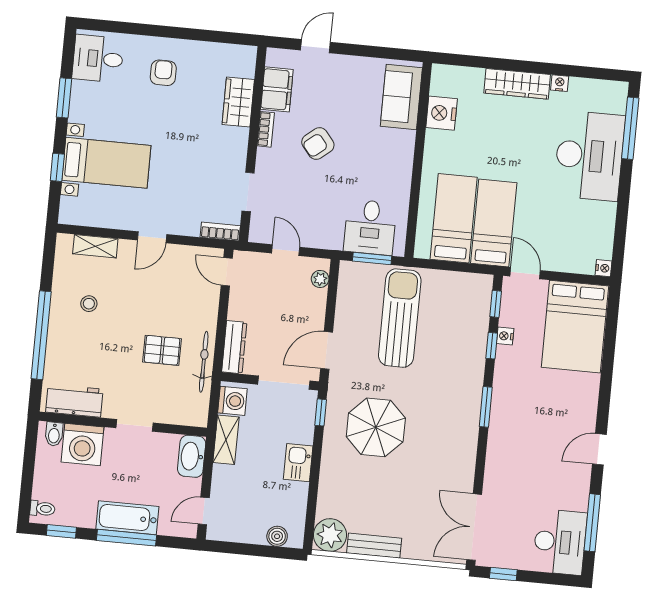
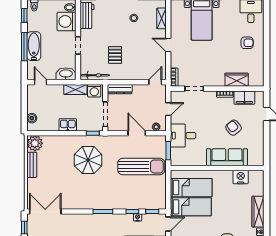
sofa: (401, 97) -> (227, 157), moved, width x1.36
armchair: (318, 144) -> (233, 128), moved
desk: (370, 227) -> (183, 136), moved
door: (327, 350) -> (137, 133), moved
bicycle: (204, 362) -> (95, 75), moved

